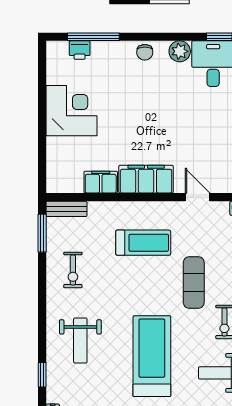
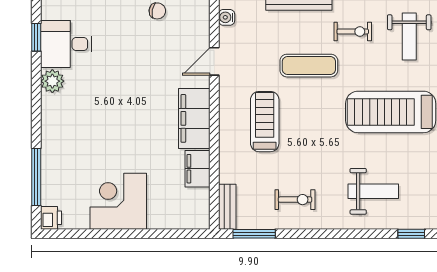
printer: (80, 50) -> (51, 218), moved
chair: (145, 52) -> (53, 120), removed

